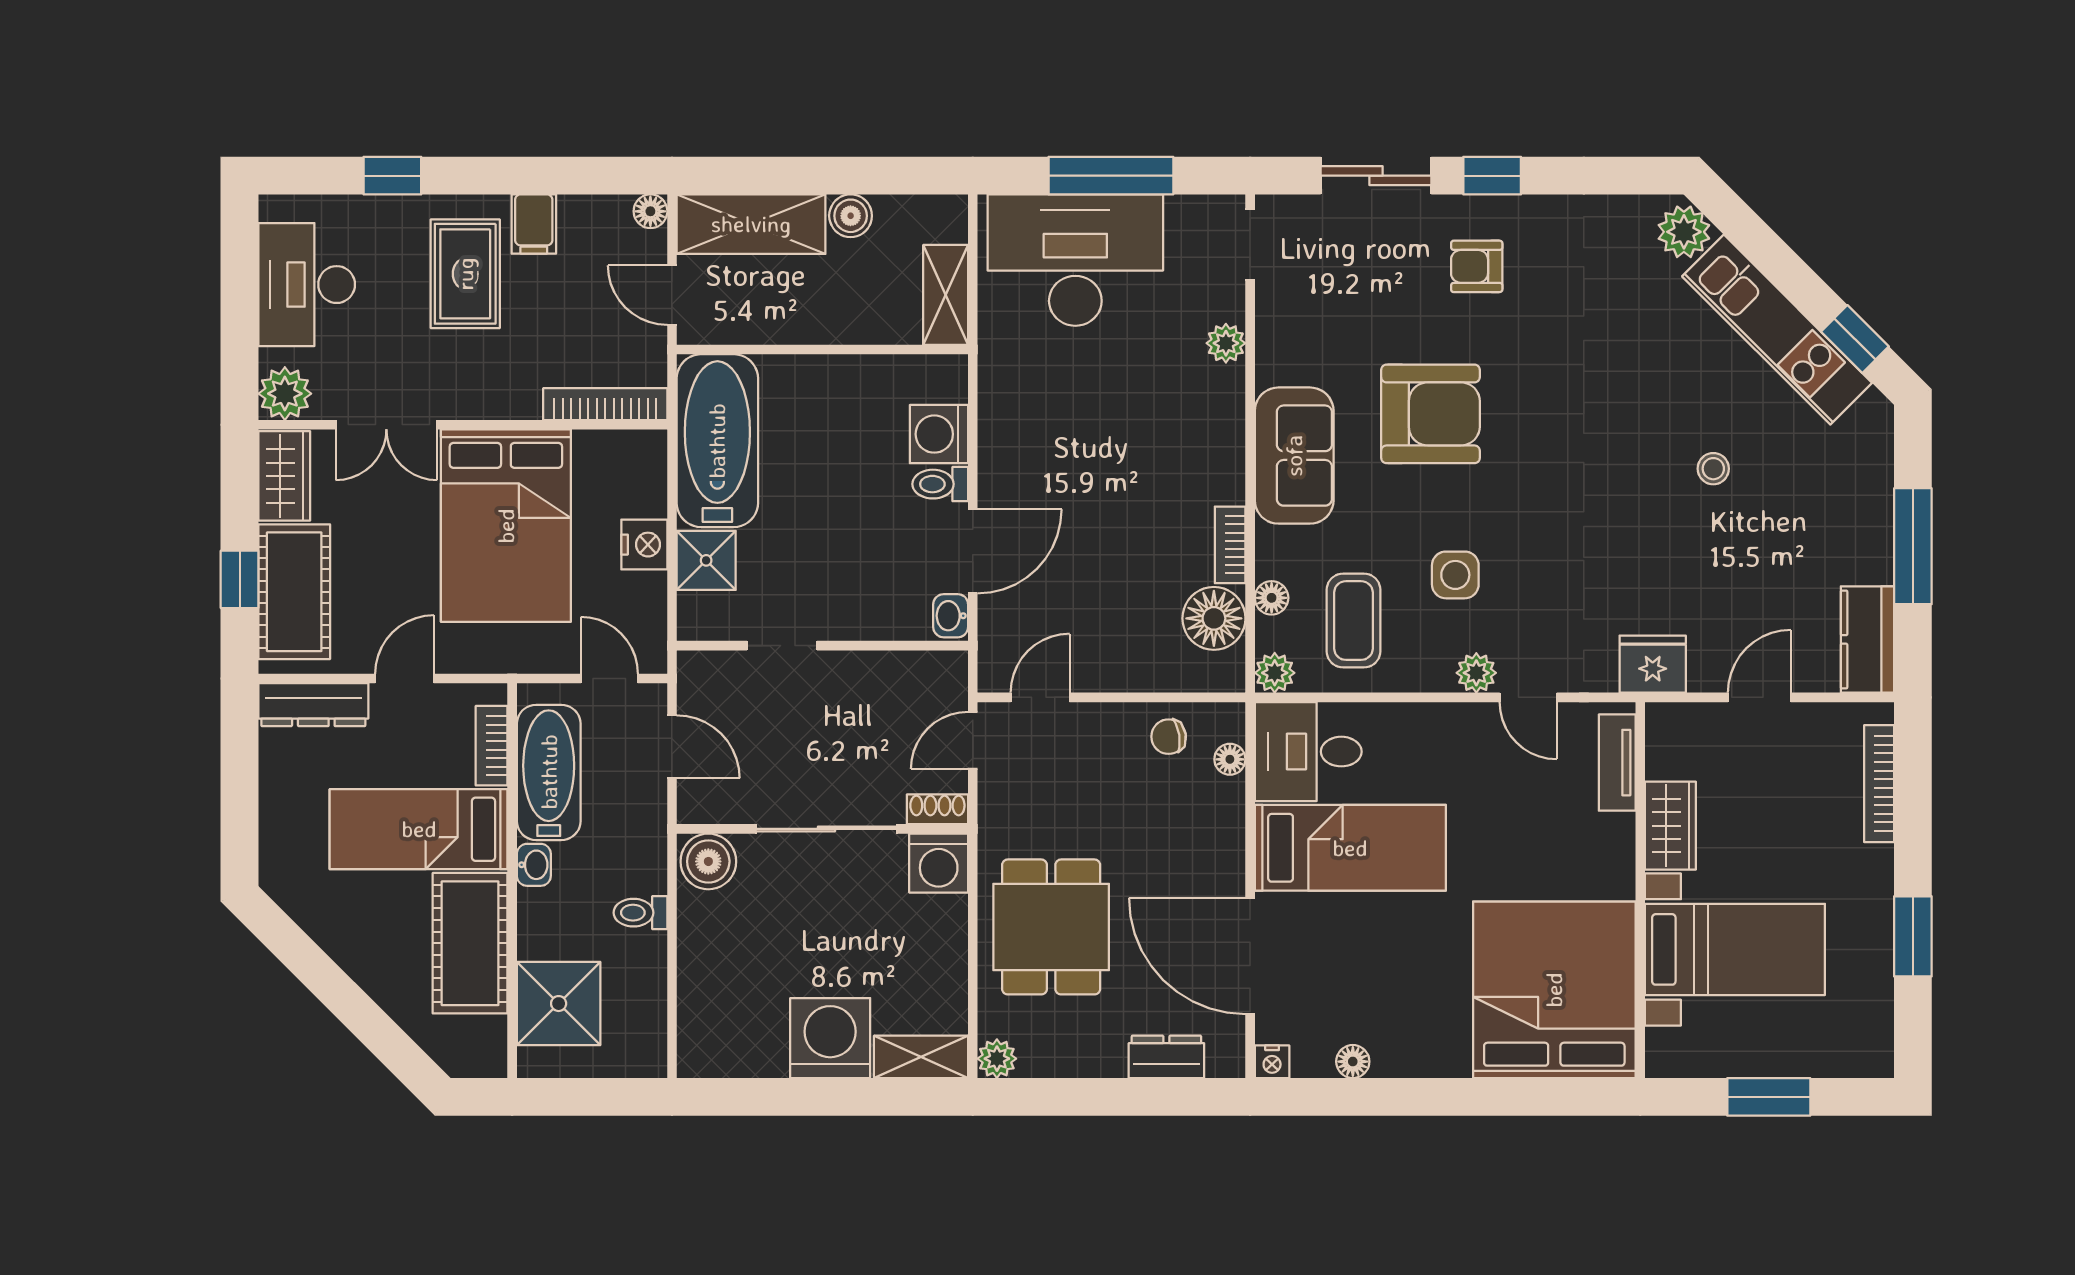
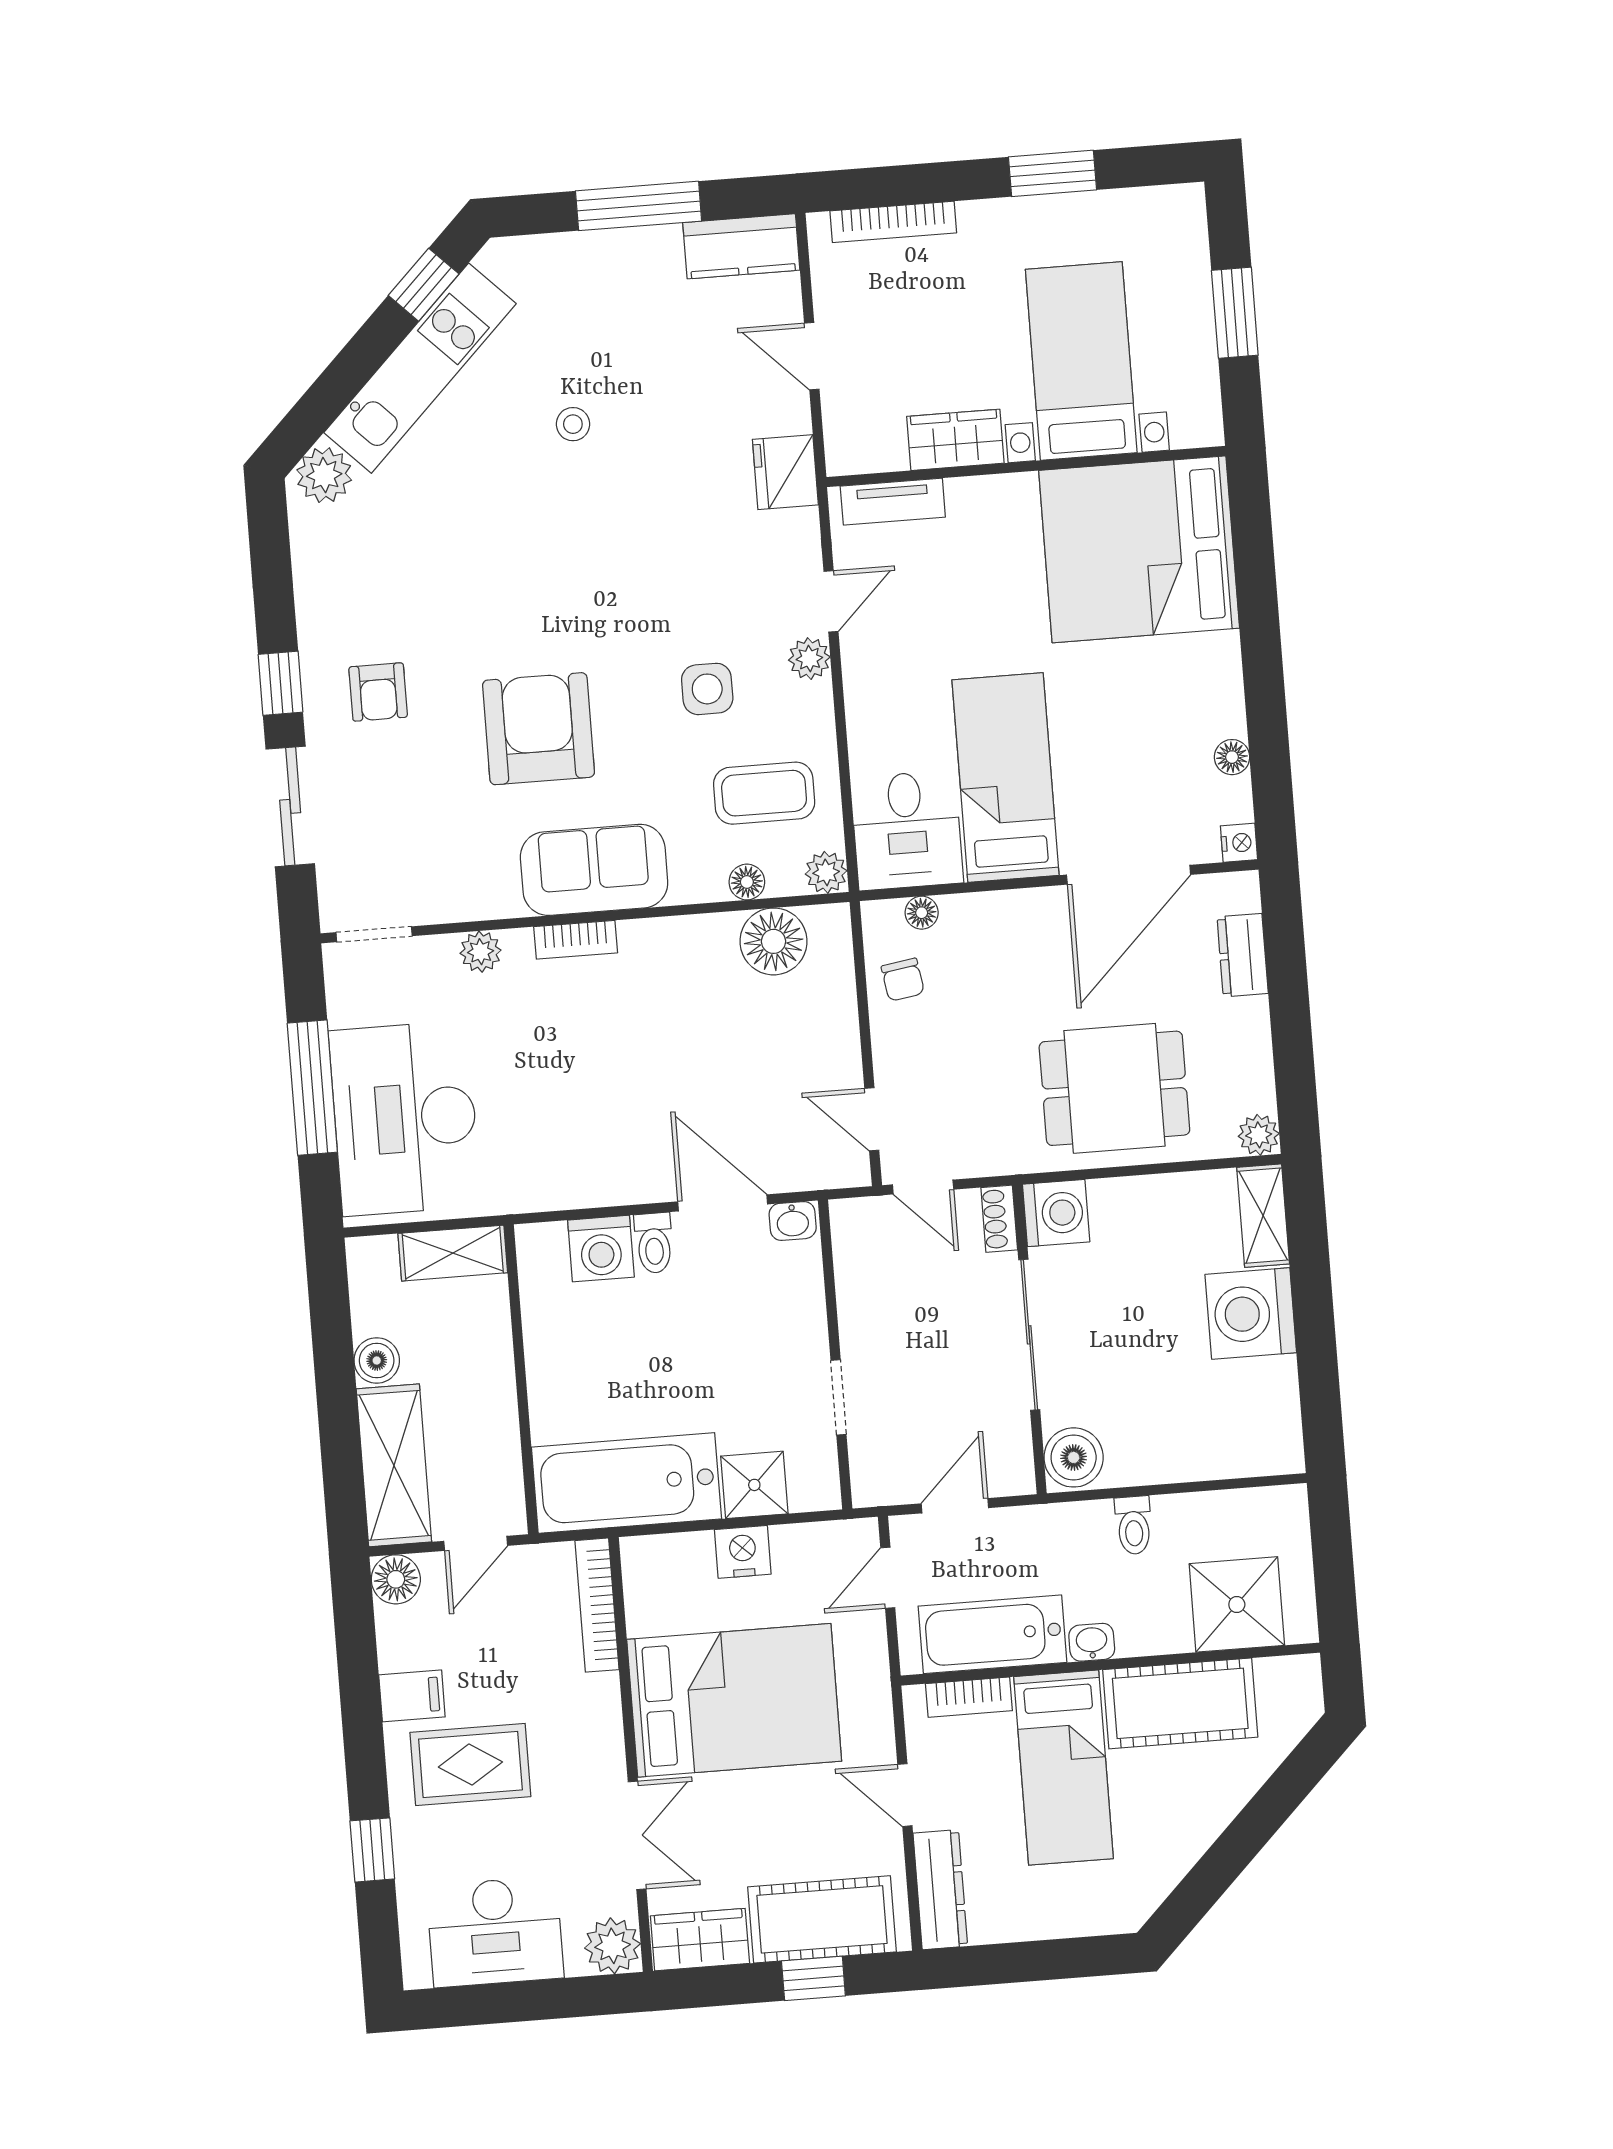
floor lamp: (650, 211) -> (396, 1579), width x1.37, depth x1.37
bookcase: (1230, 545) -> (576, 940), moved

